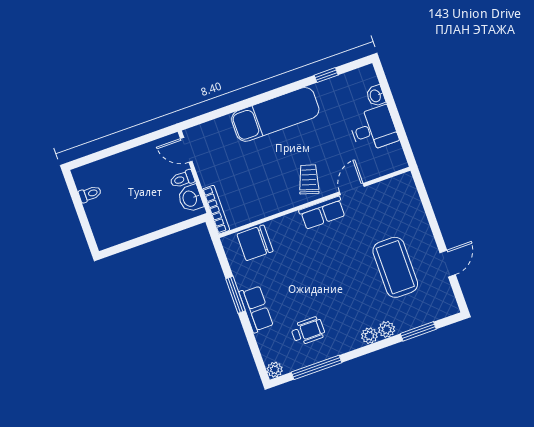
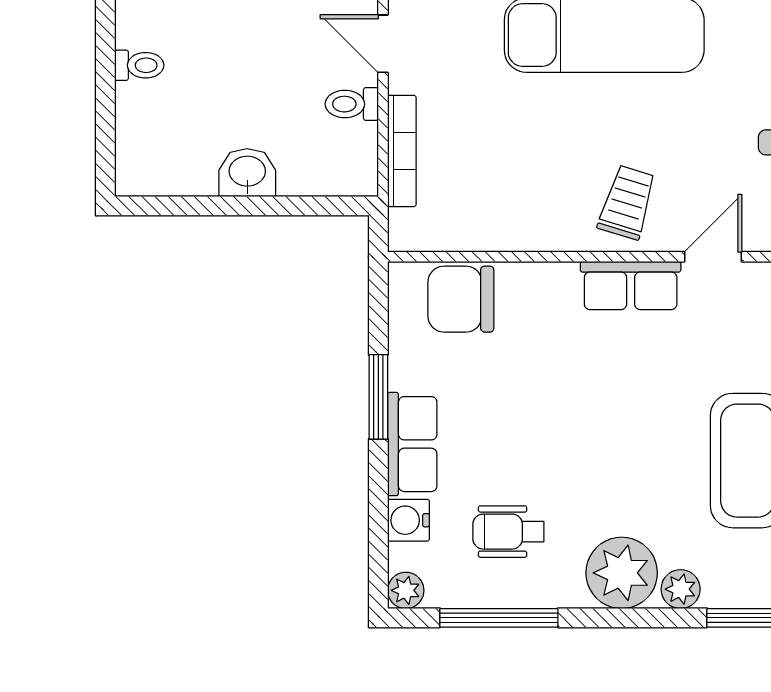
washbasin: (190, 198) -> (247, 173), moved, turned 90
bookcase: (216, 210) -> (402, 151), moved
wheelchair: (308, 331) -> (508, 532), turned 180
plant: (369, 336) -> (622, 573), width x1.87, depth x1.87
water cooler: (266, 341) -> (408, 520), added

